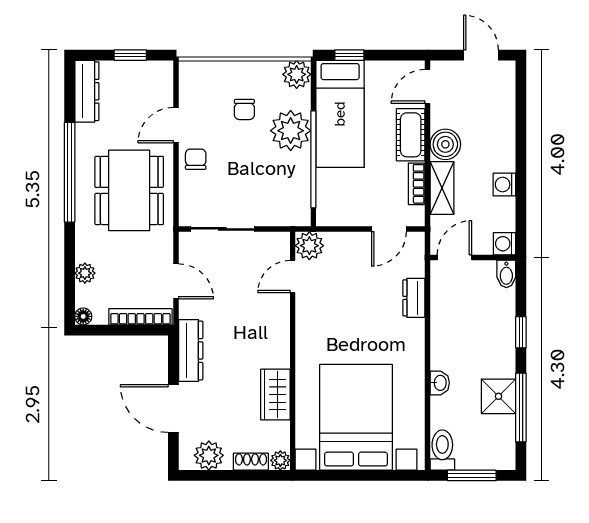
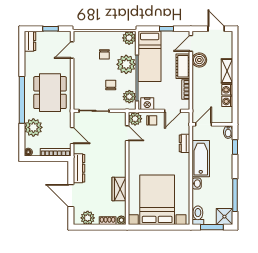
window: (349, 55) -> (166, 29), moved
dresser: (87, 91) -> (30, 41), width x0.70
door: (176, 125) -> (72, 50), moved
boiler: (445, 144) -> (199, 60), moved
chair: (196, 159) -> (111, 85), moved
window: (70, 172) -> (22, 100), moved
shelving: (442, 188) -> (227, 71), moved
plant: (297, 199) -> (129, 97), added
nightstand: (335, 214) -> (147, 104), added
washing machine: (505, 244) -> (227, 101), moved
chair: (345, 249) -> (152, 120), added
plant: (85, 273) -> (33, 127), width x1.88, depth x1.88
door: (293, 277) -> (127, 133), swing flipped
bathtub: (448, 330) -> (201, 159), added
window: (521, 332) -> (235, 147), moved
shower: (499, 396) -> (224, 217), moved

